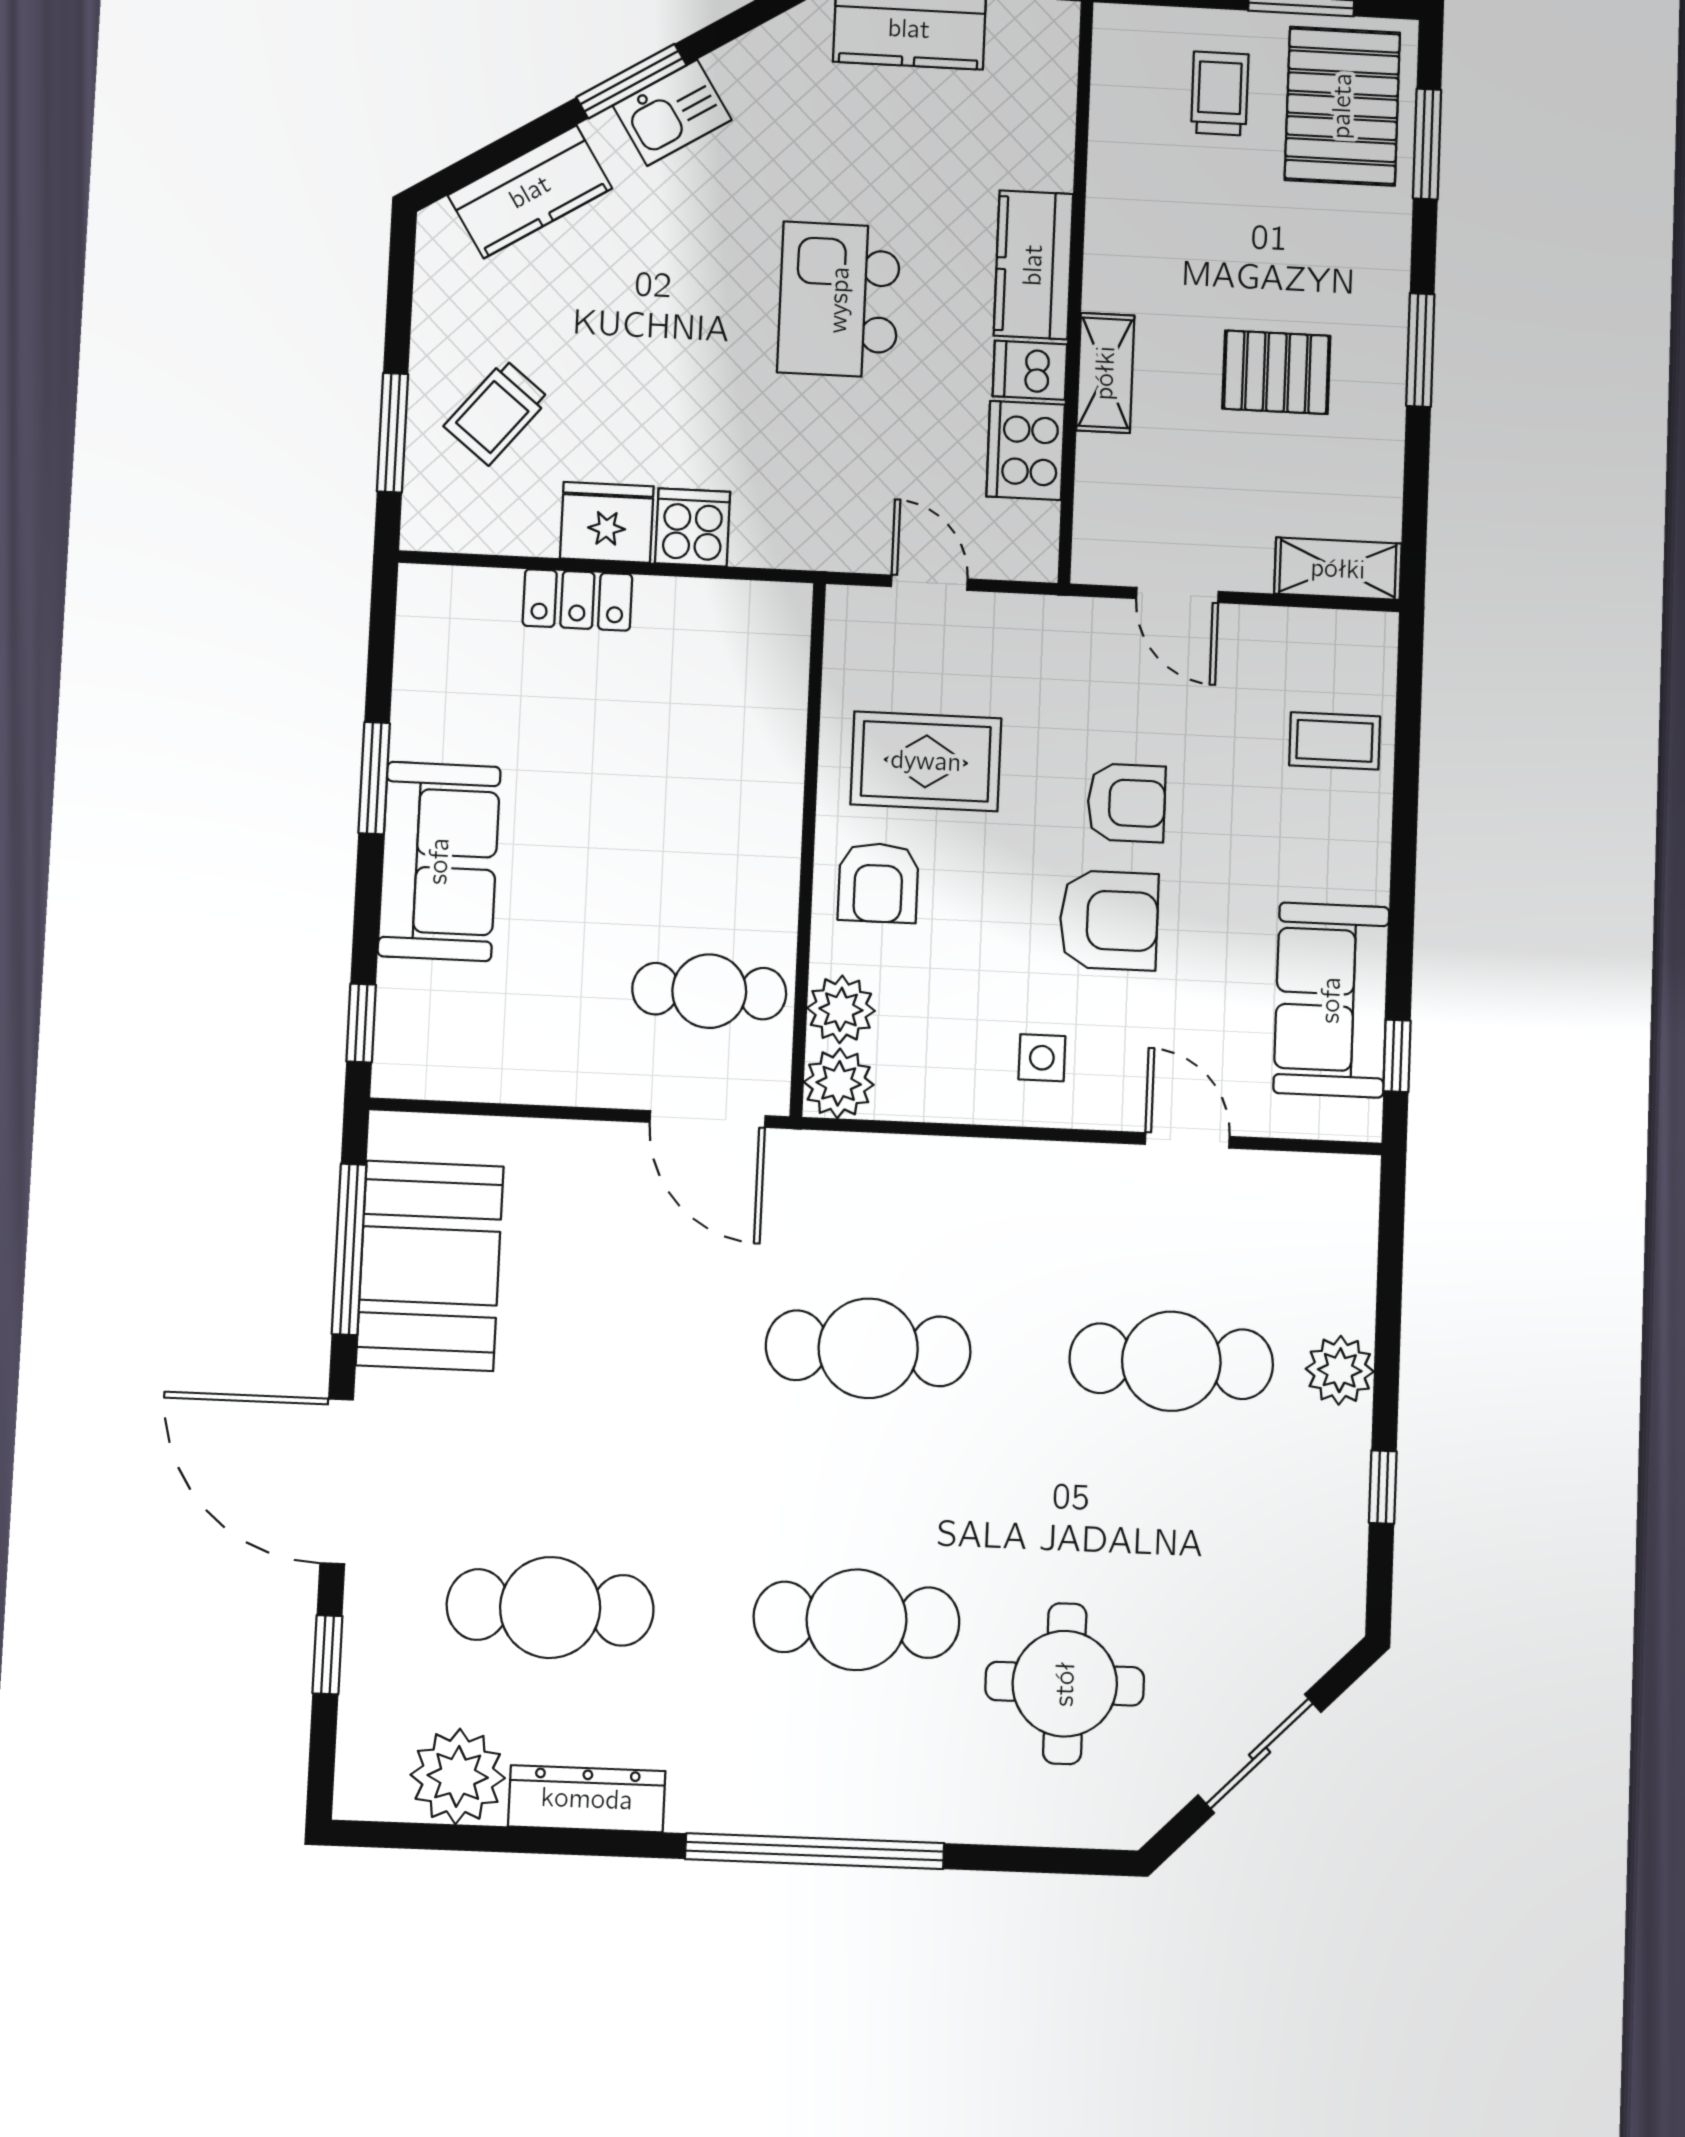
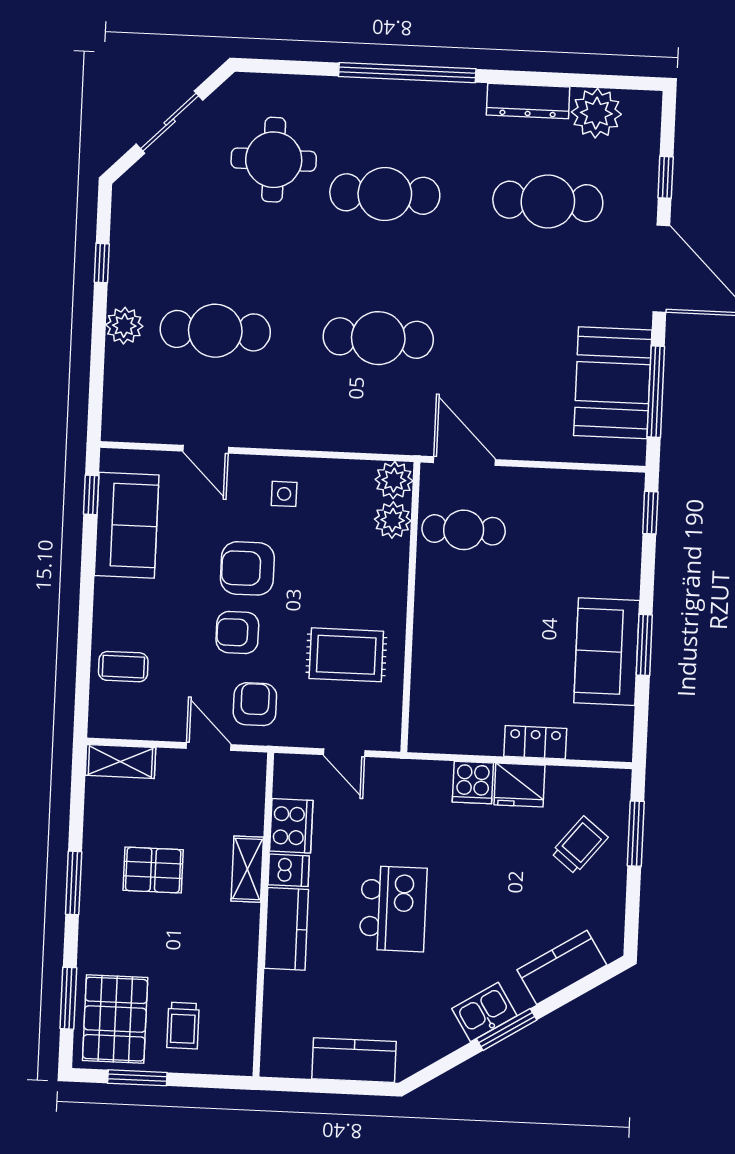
sofa: (439, 861) -> (607, 652), moved
armchair: (878, 883) -> (255, 704), moved

